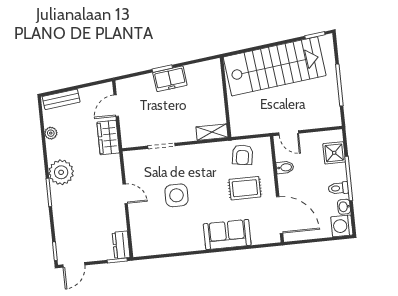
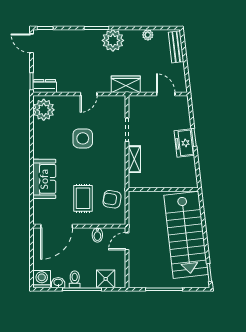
shelving: (212, 132) -> (134, 159), moved
wardrobe: (108, 138) -> (126, 84), moved
plant: (148, 243) -> (44, 110), added

